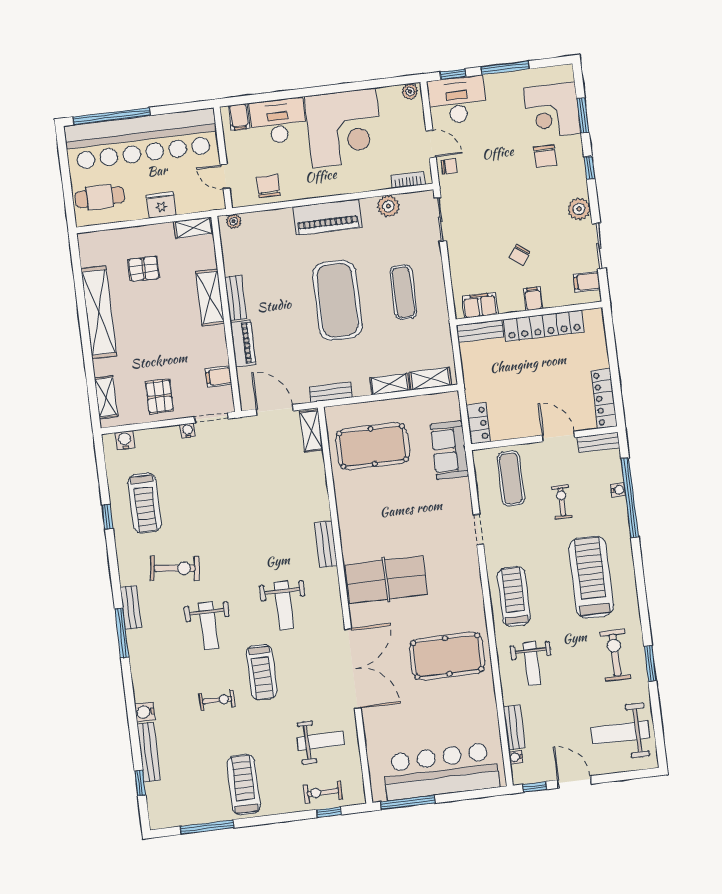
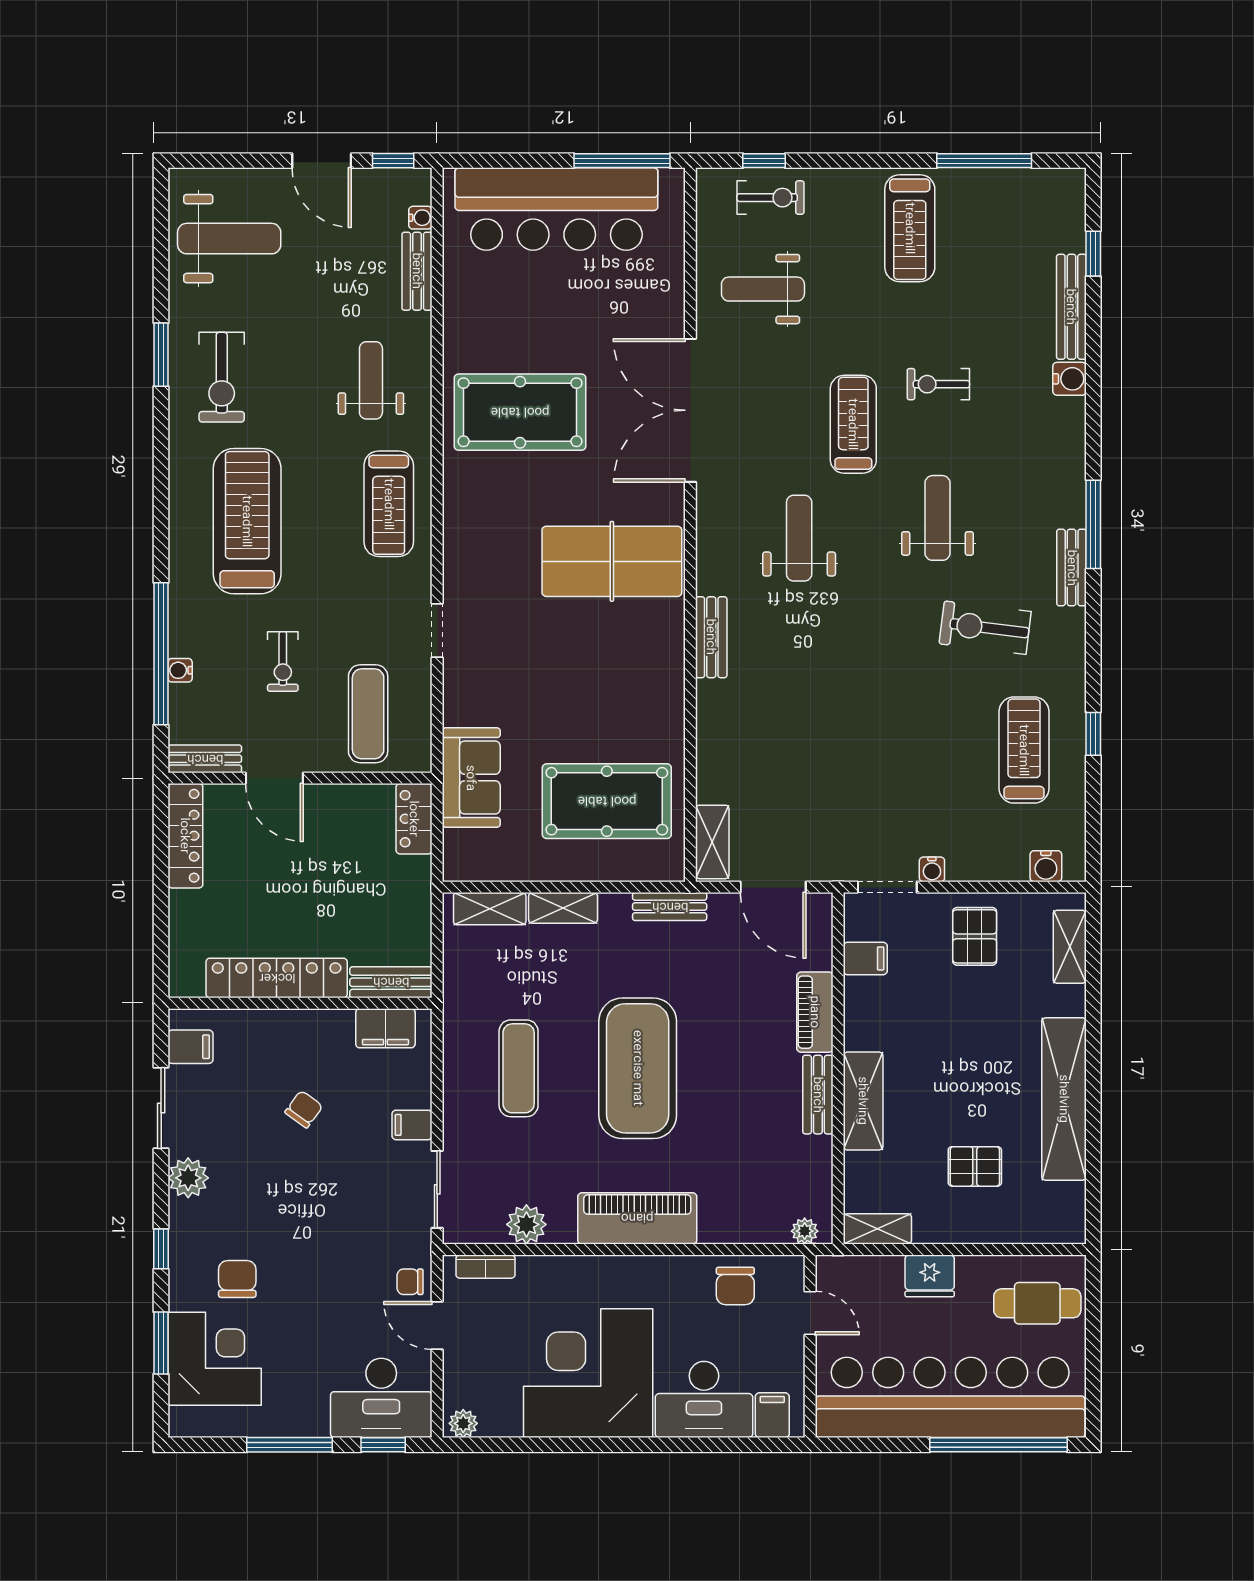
filing cabinet: (533, 299) -> (412, 1125), moved, turned 90
treadmill: (591, 577) -> (247, 521), turned 180

